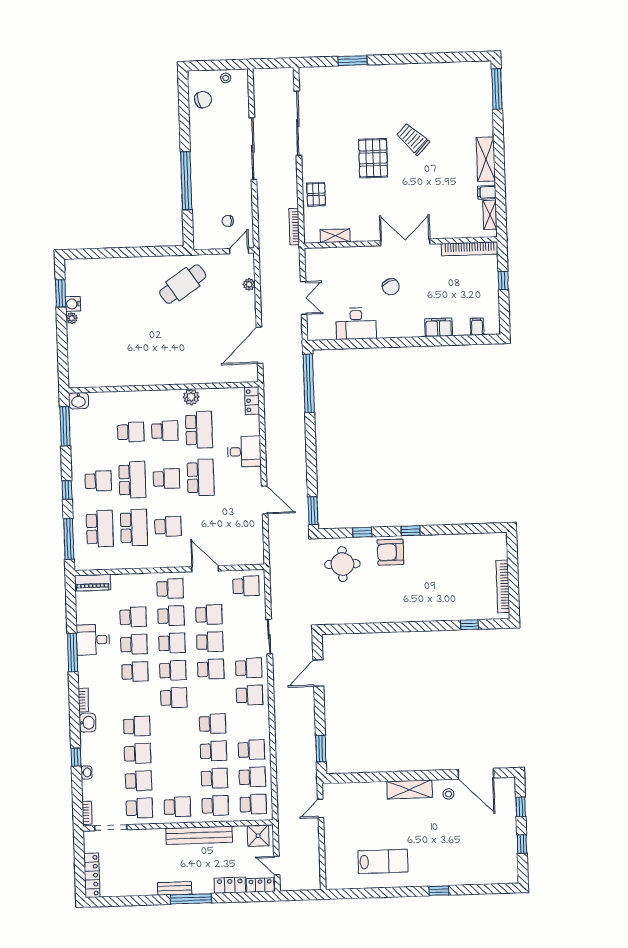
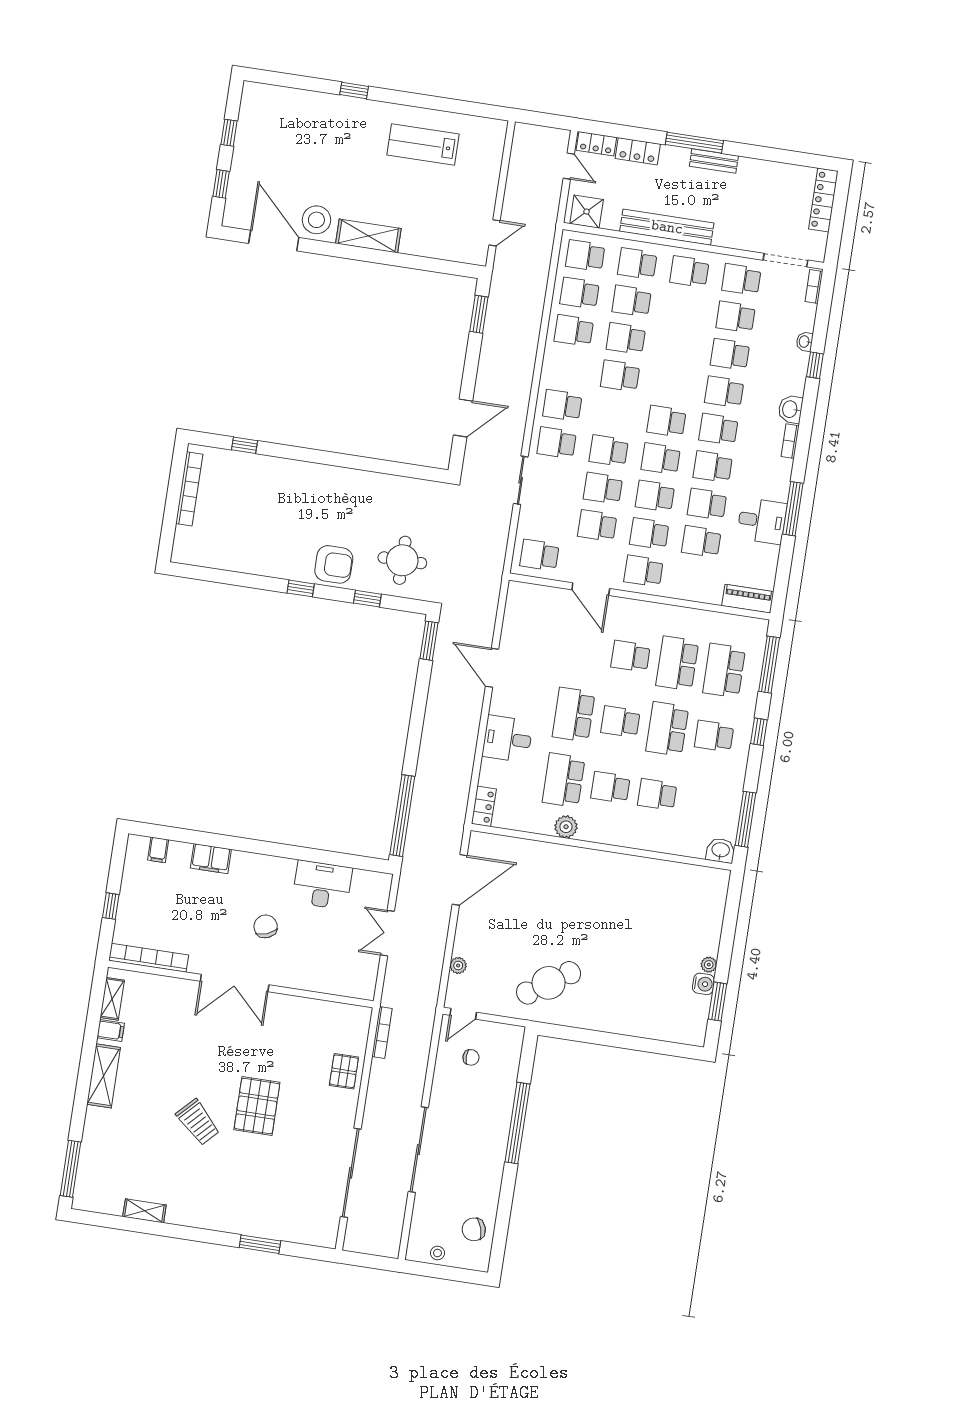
shelving: (335, 236) -> (144, 1211), moved
school desk: (136, 699) -> (718, 429), added
stool: (448, 794) -> (316, 220), width x1.89, depth x1.89

